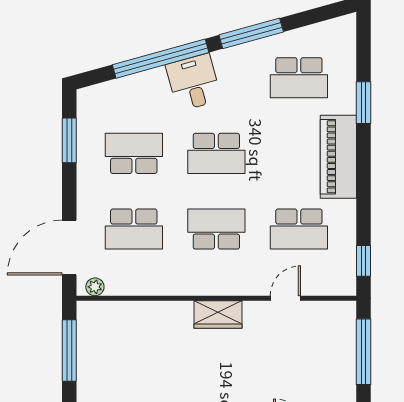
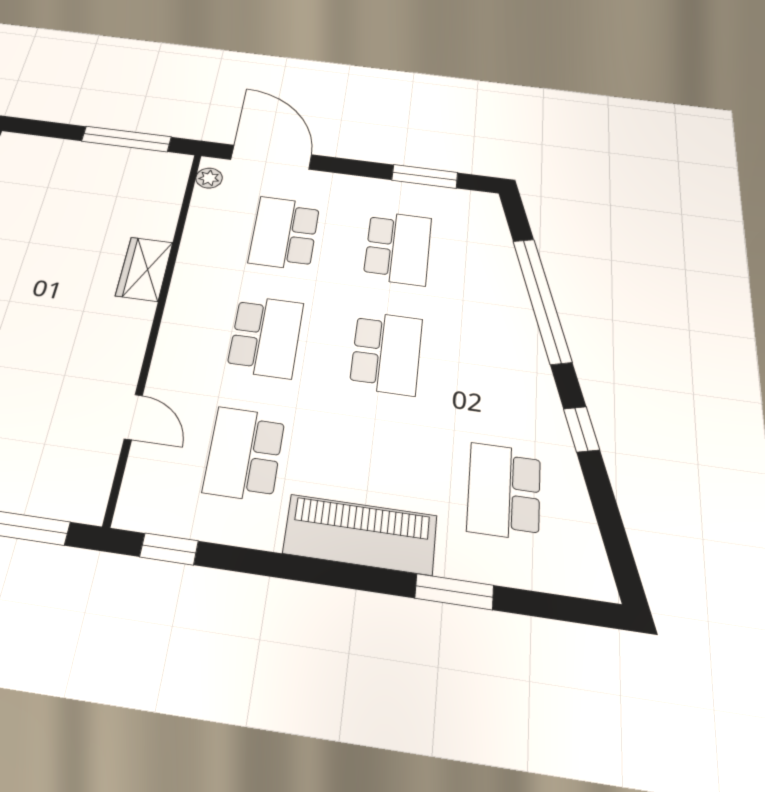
window: (251, 33) -> (581, 429), width x0.46
desk: (194, 82) -> (503, 338), removed
school desk: (216, 153) -> (386, 353), turned 180
wardrobe: (218, 314) -> (144, 269), moved

